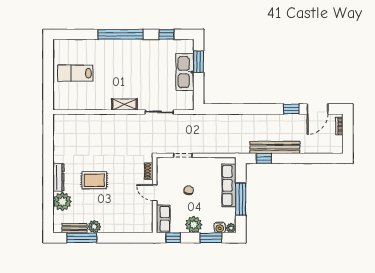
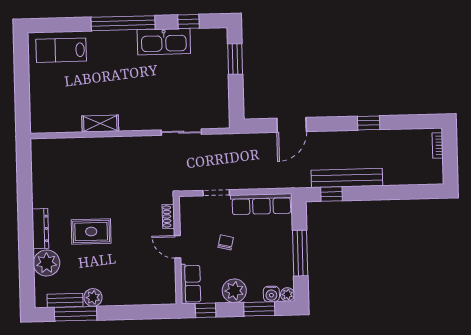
kitchen sink: (185, 72) -> (164, 42), moved, turned -90
lab bench: (75, 73) -> (61, 50), moved
shelving: (125, 104) -> (100, 124), moved
door: (317, 109) -> (292, 125), moved
row of seats: (229, 185) -> (261, 204), moved, turned -90

